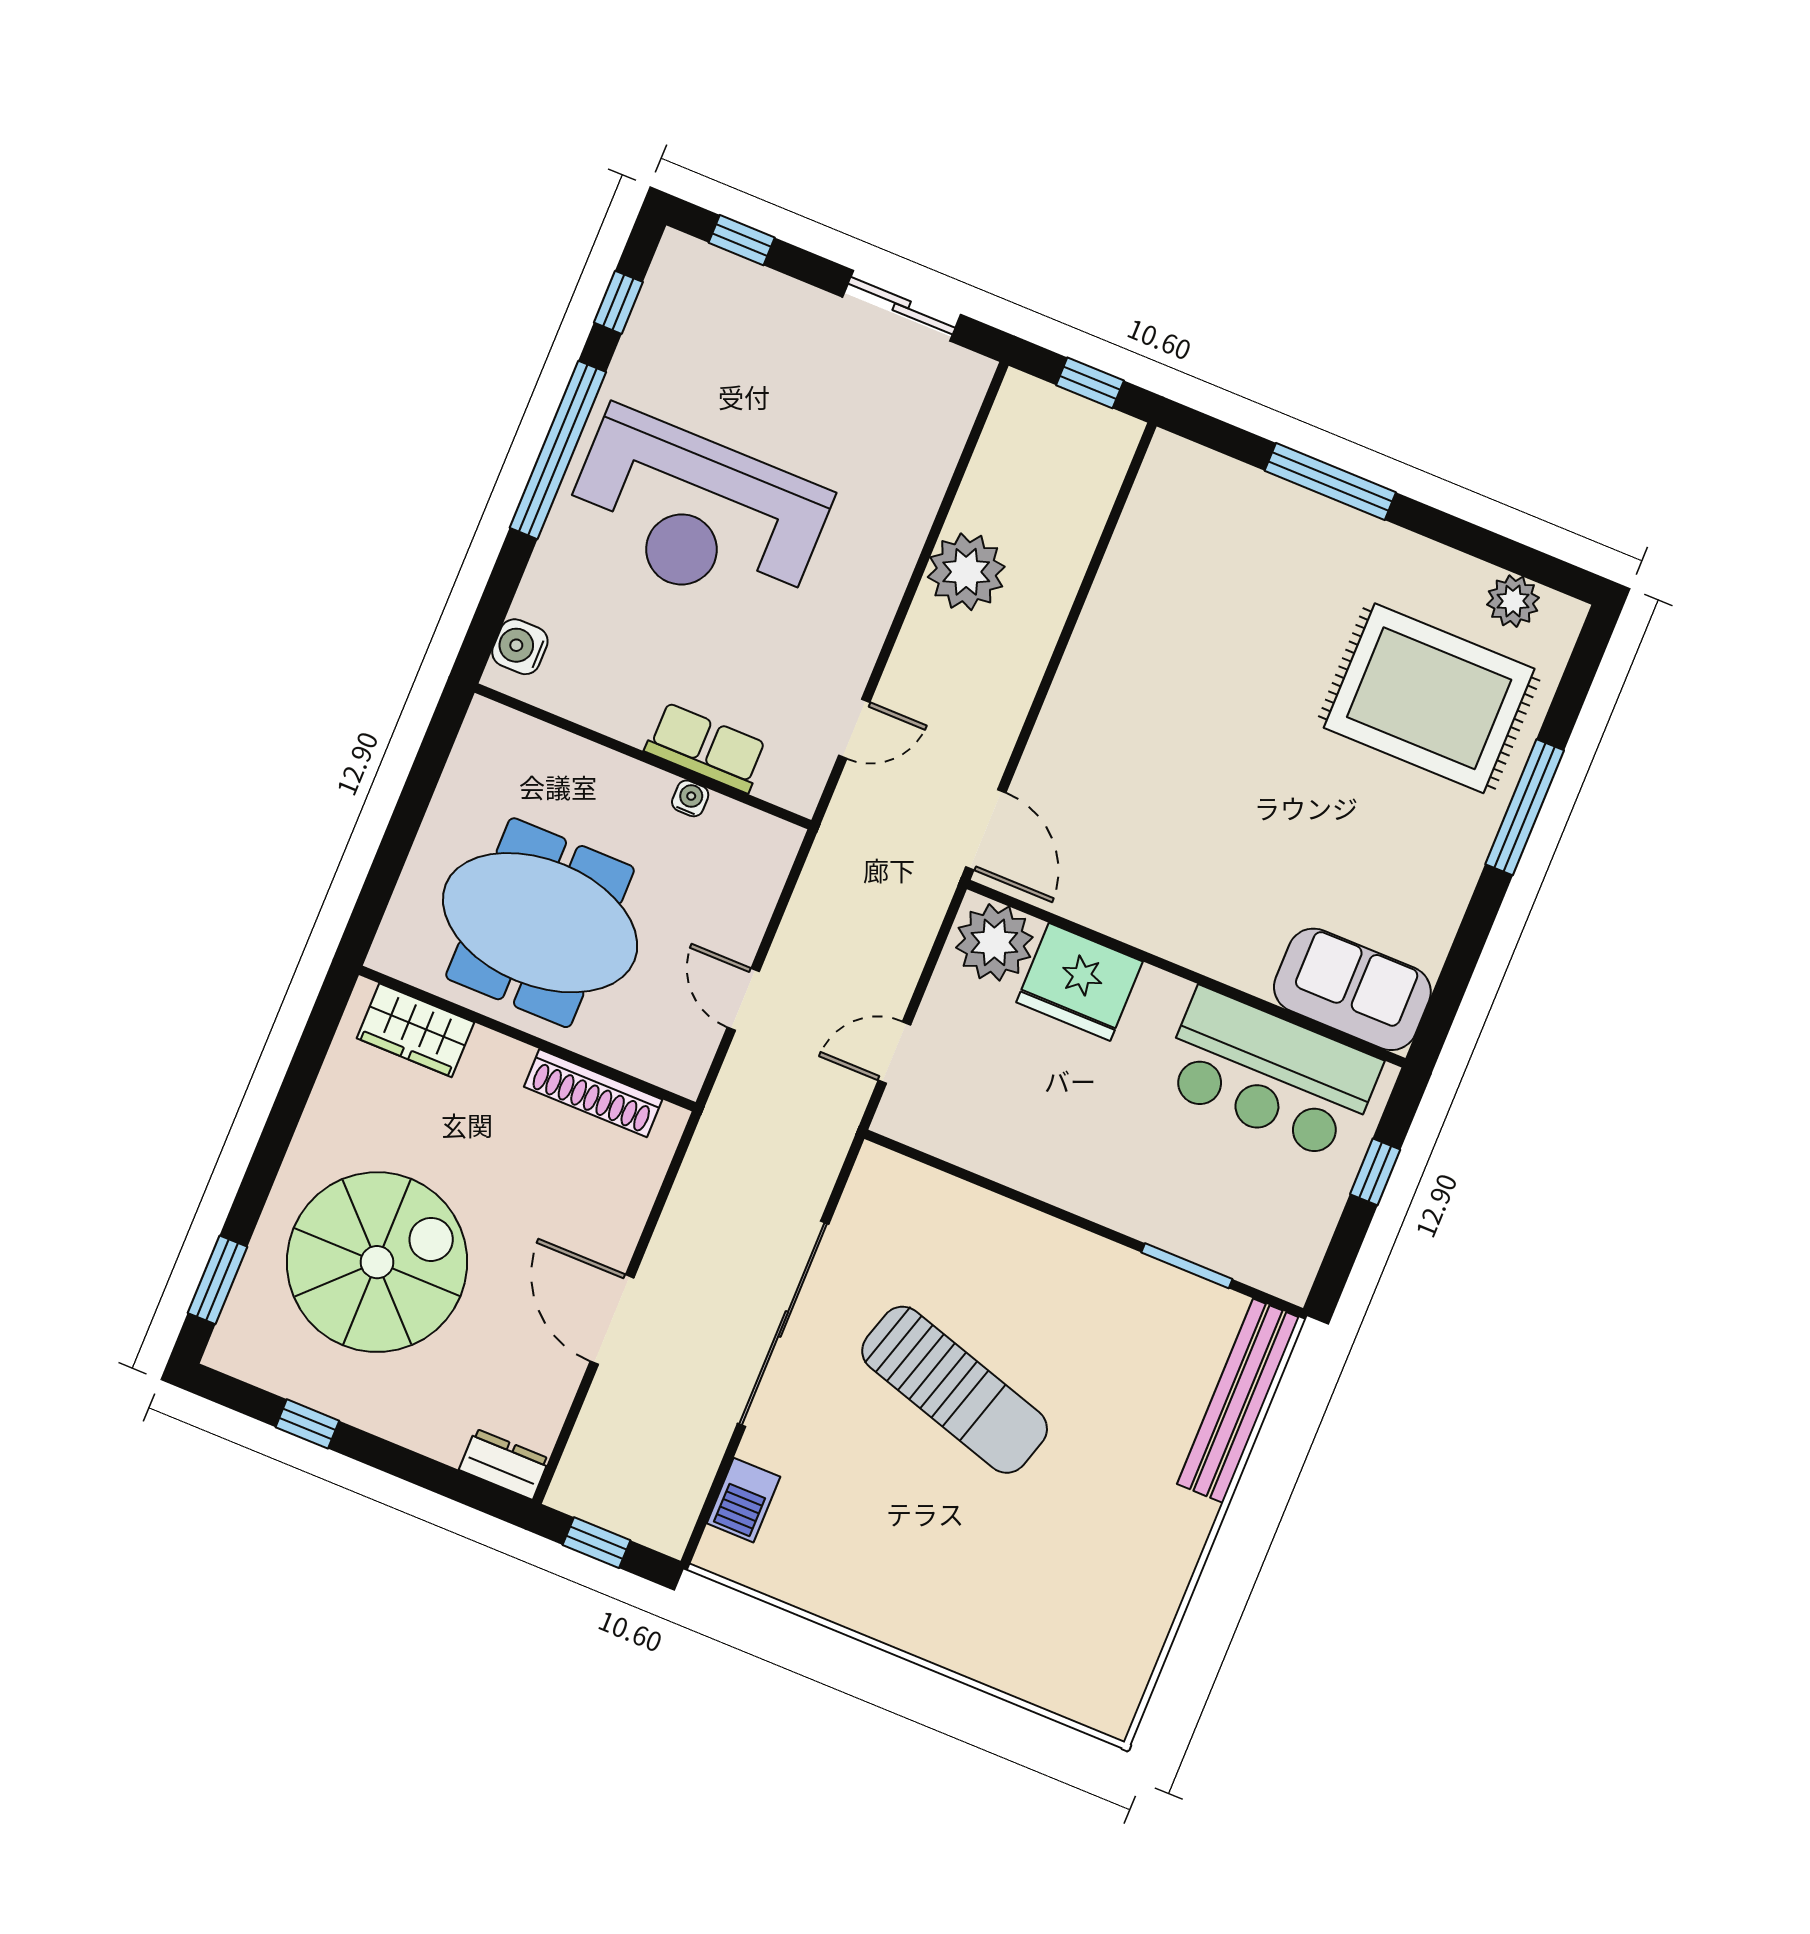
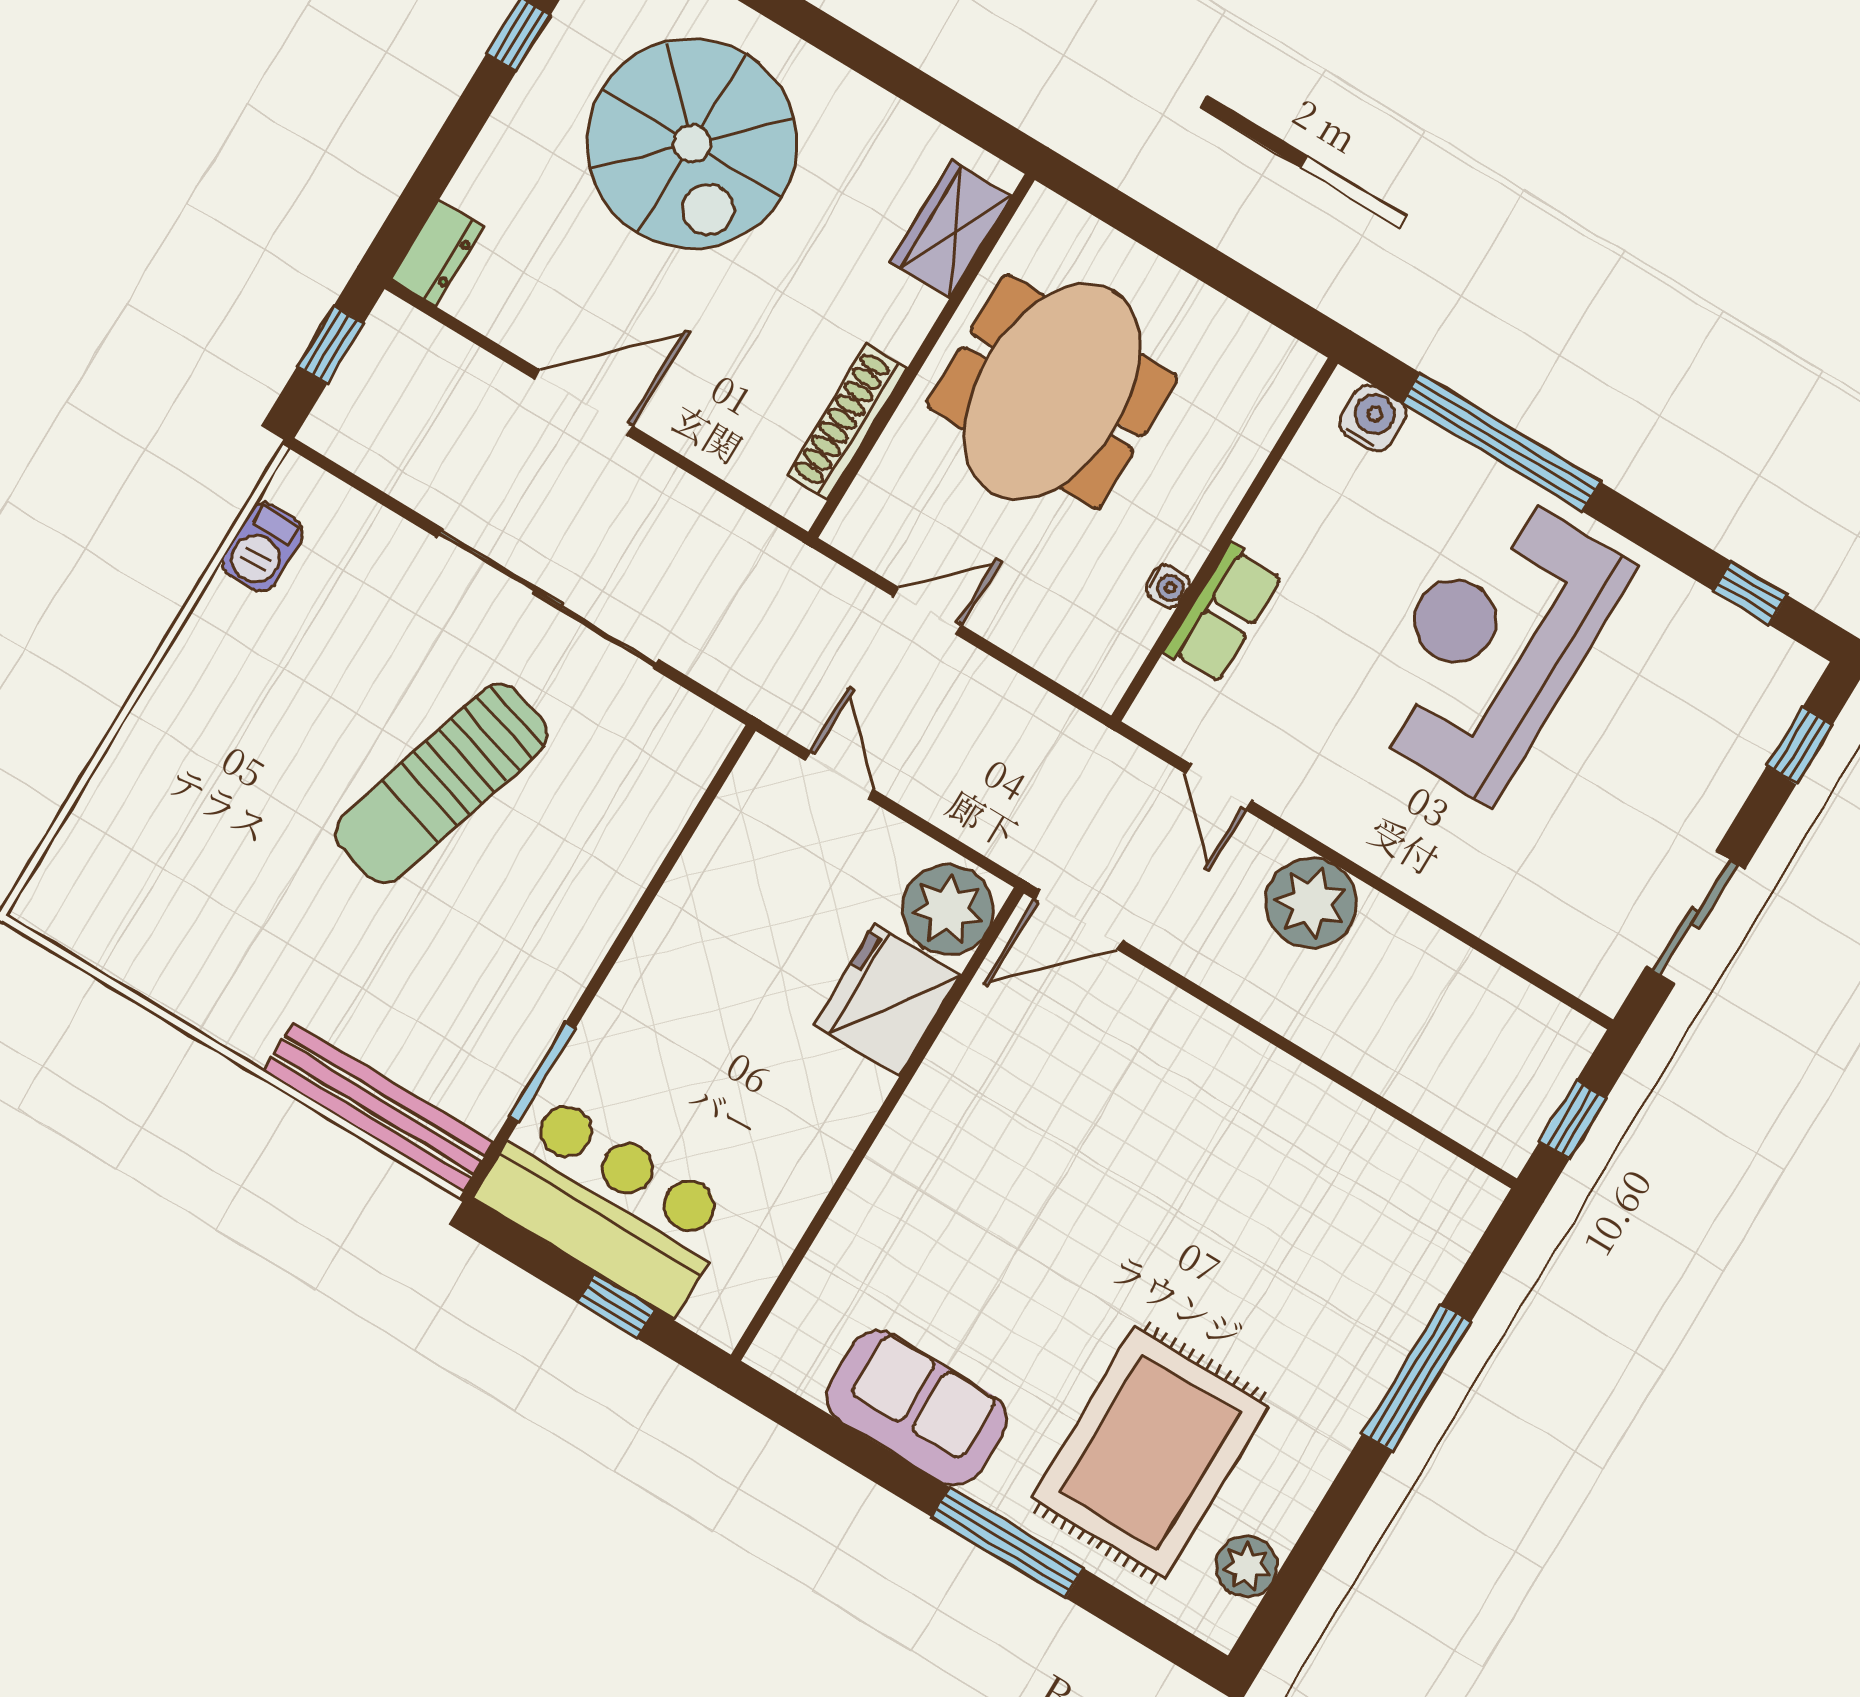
window: (558, 450) -> (1501, 442), moved
plant: (966, 572) -> (1311, 903), moved
sofa: (1352, 989) -> (917, 1408), moved, turned -90
bar counter: (1270, 1074) -> (607, 1203), moved, turned 90
barbecue: (744, 1500) -> (262, 547), moved, turned -90

